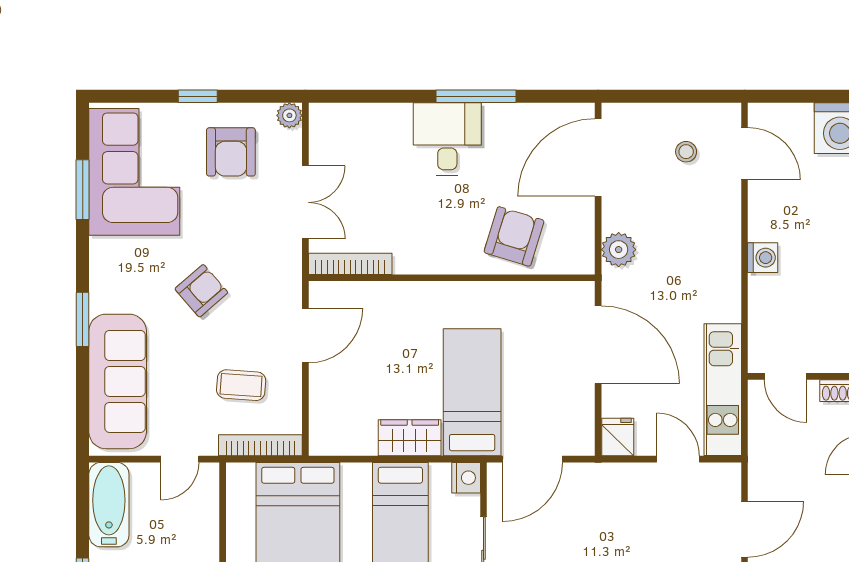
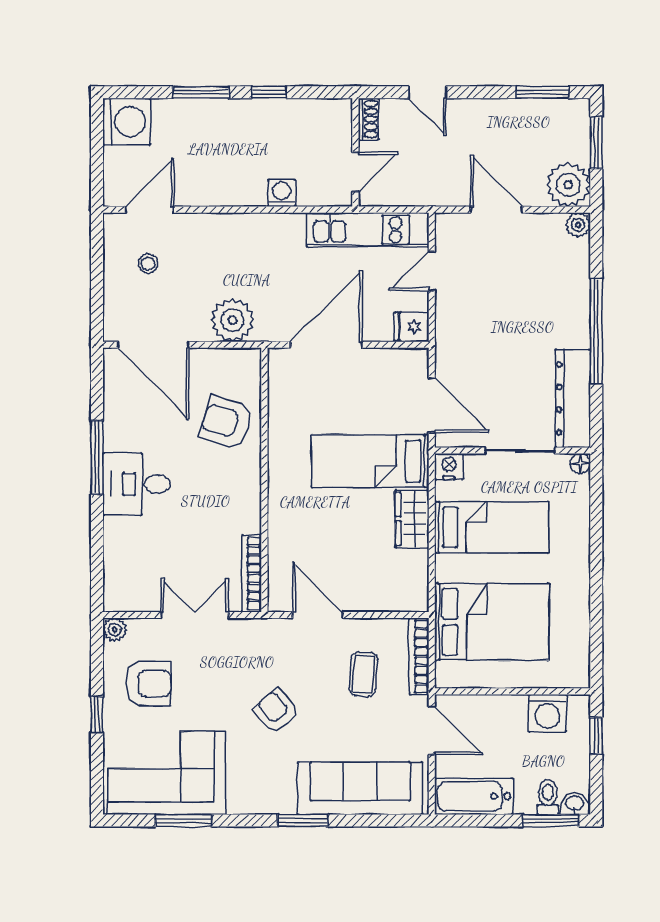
plant: (619, 250) -> (233, 320), width x1.36, depth x1.36
washing machine: (763, 258) -> (282, 193), moved
door: (180, 459) -> (432, 731), width x1.38

